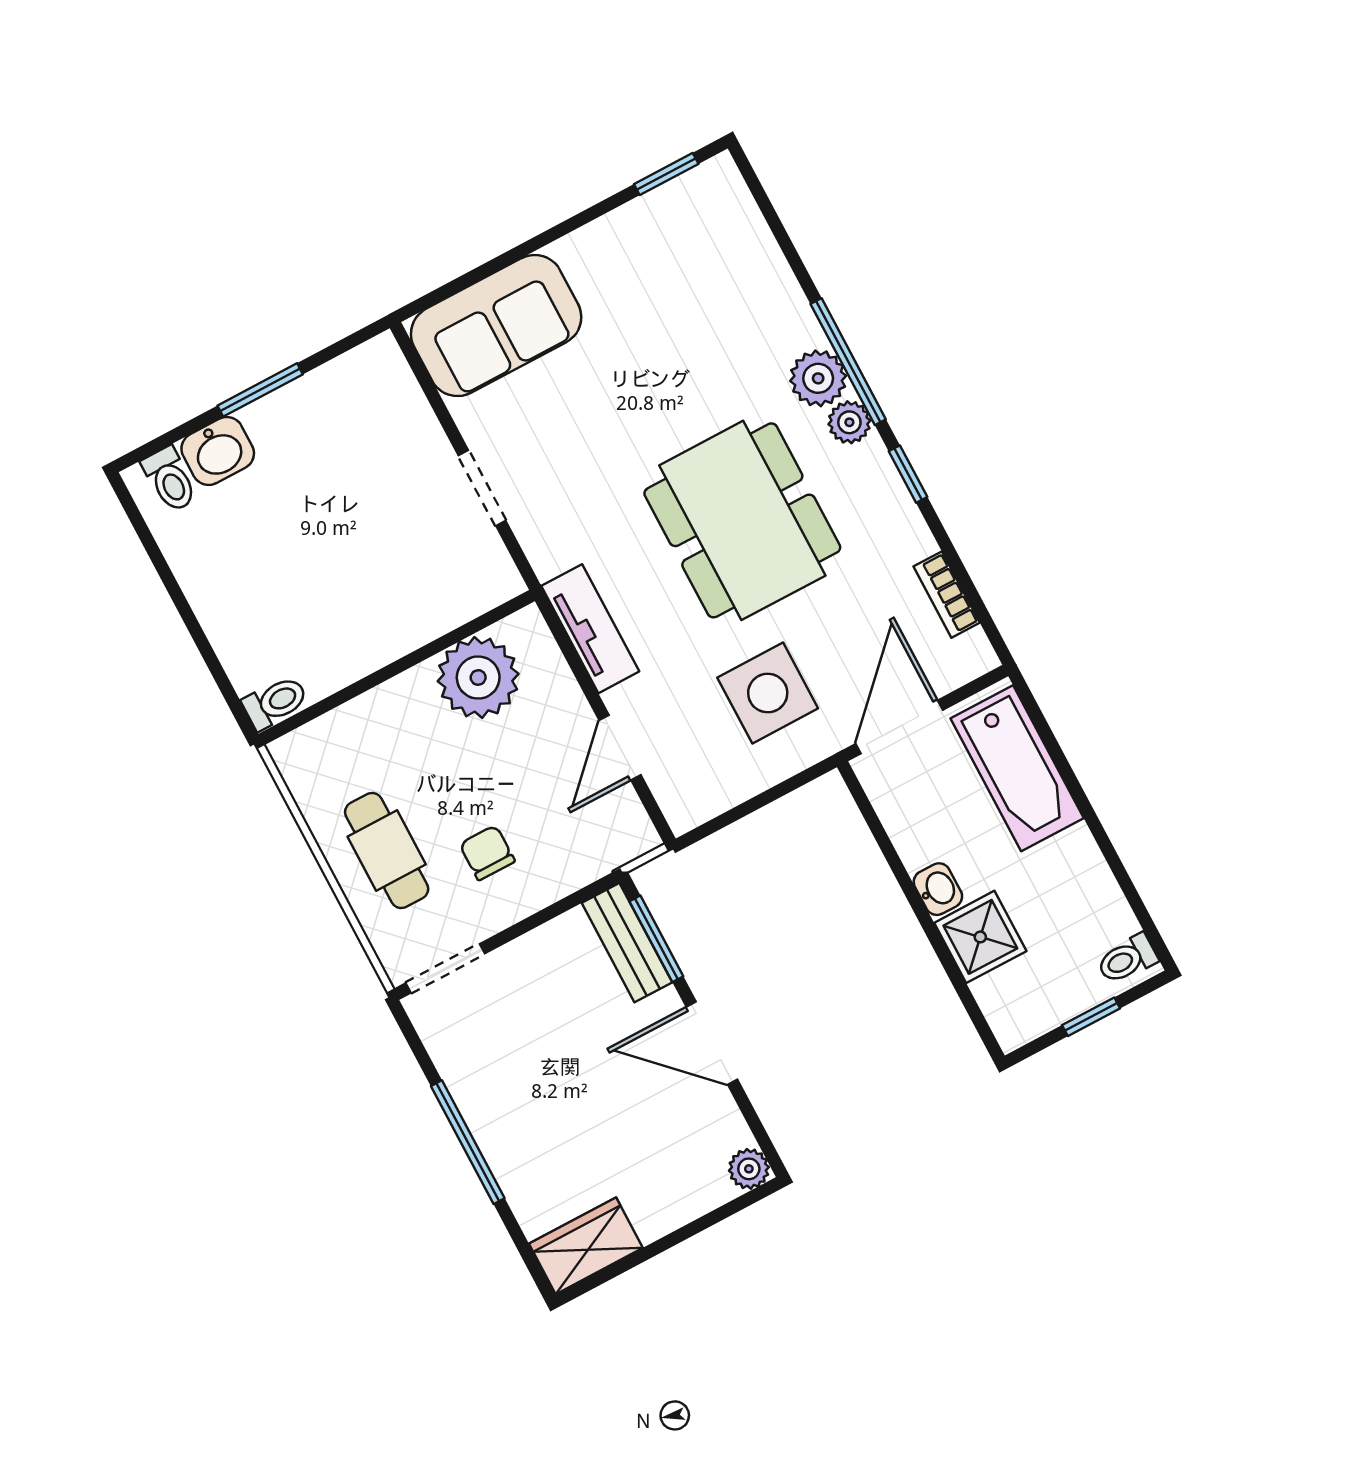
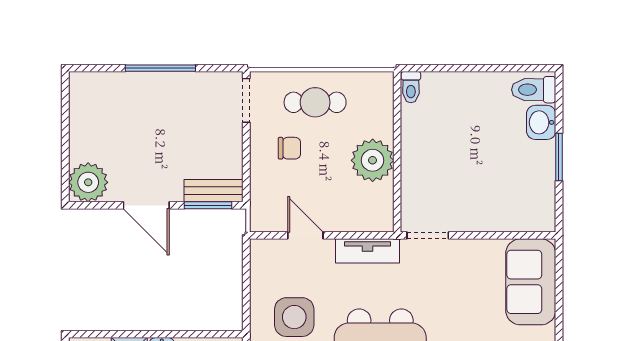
toilet: (170, 479) -> (534, 90), width x1.37, depth x1.39
doorway: (482, 488) -> (428, 235), moved
plant: (478, 678) -> (373, 160), moved
door: (712, 1043) -> (146, 205), swing flipped
plant: (749, 1169) -> (88, 182), width x1.88, depth x1.88
wardrobe: (586, 1246) -> (84, 97), removed

